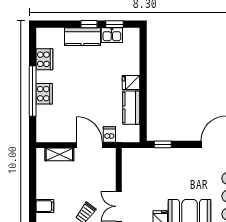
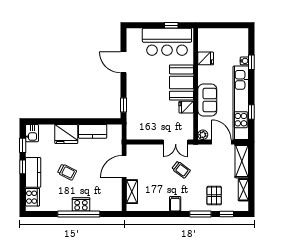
kitchen sink: (112, 35) -> (32, 133), moved
cooker: (44, 59) -> (32, 197), moved, turned 90
trolley: (83, 77) -> (67, 172), added
fridge: (131, 83) -> (66, 134), width x1.88, depth x1.34
dishwasher: (109, 134) -> (115, 150), removed

